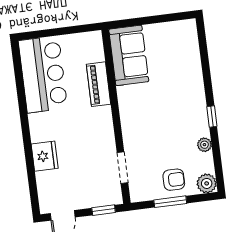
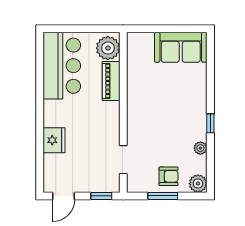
plant: (91, 49) -> (108, 48), added
sofa: (129, 55) -> (181, 47), moved, turned 90

